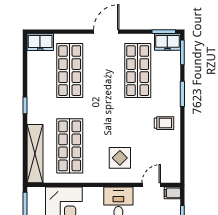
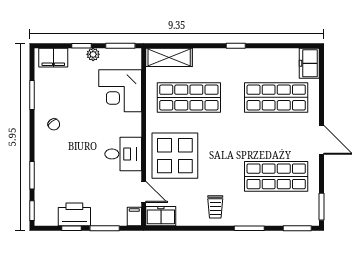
freezer: (167, 42) -> (161, 216), moved, turned 90
shelving: (35, 154) -> (169, 57), width x0.68
display table: (120, 158) -> (175, 156), width x1.86, depth x1.86

